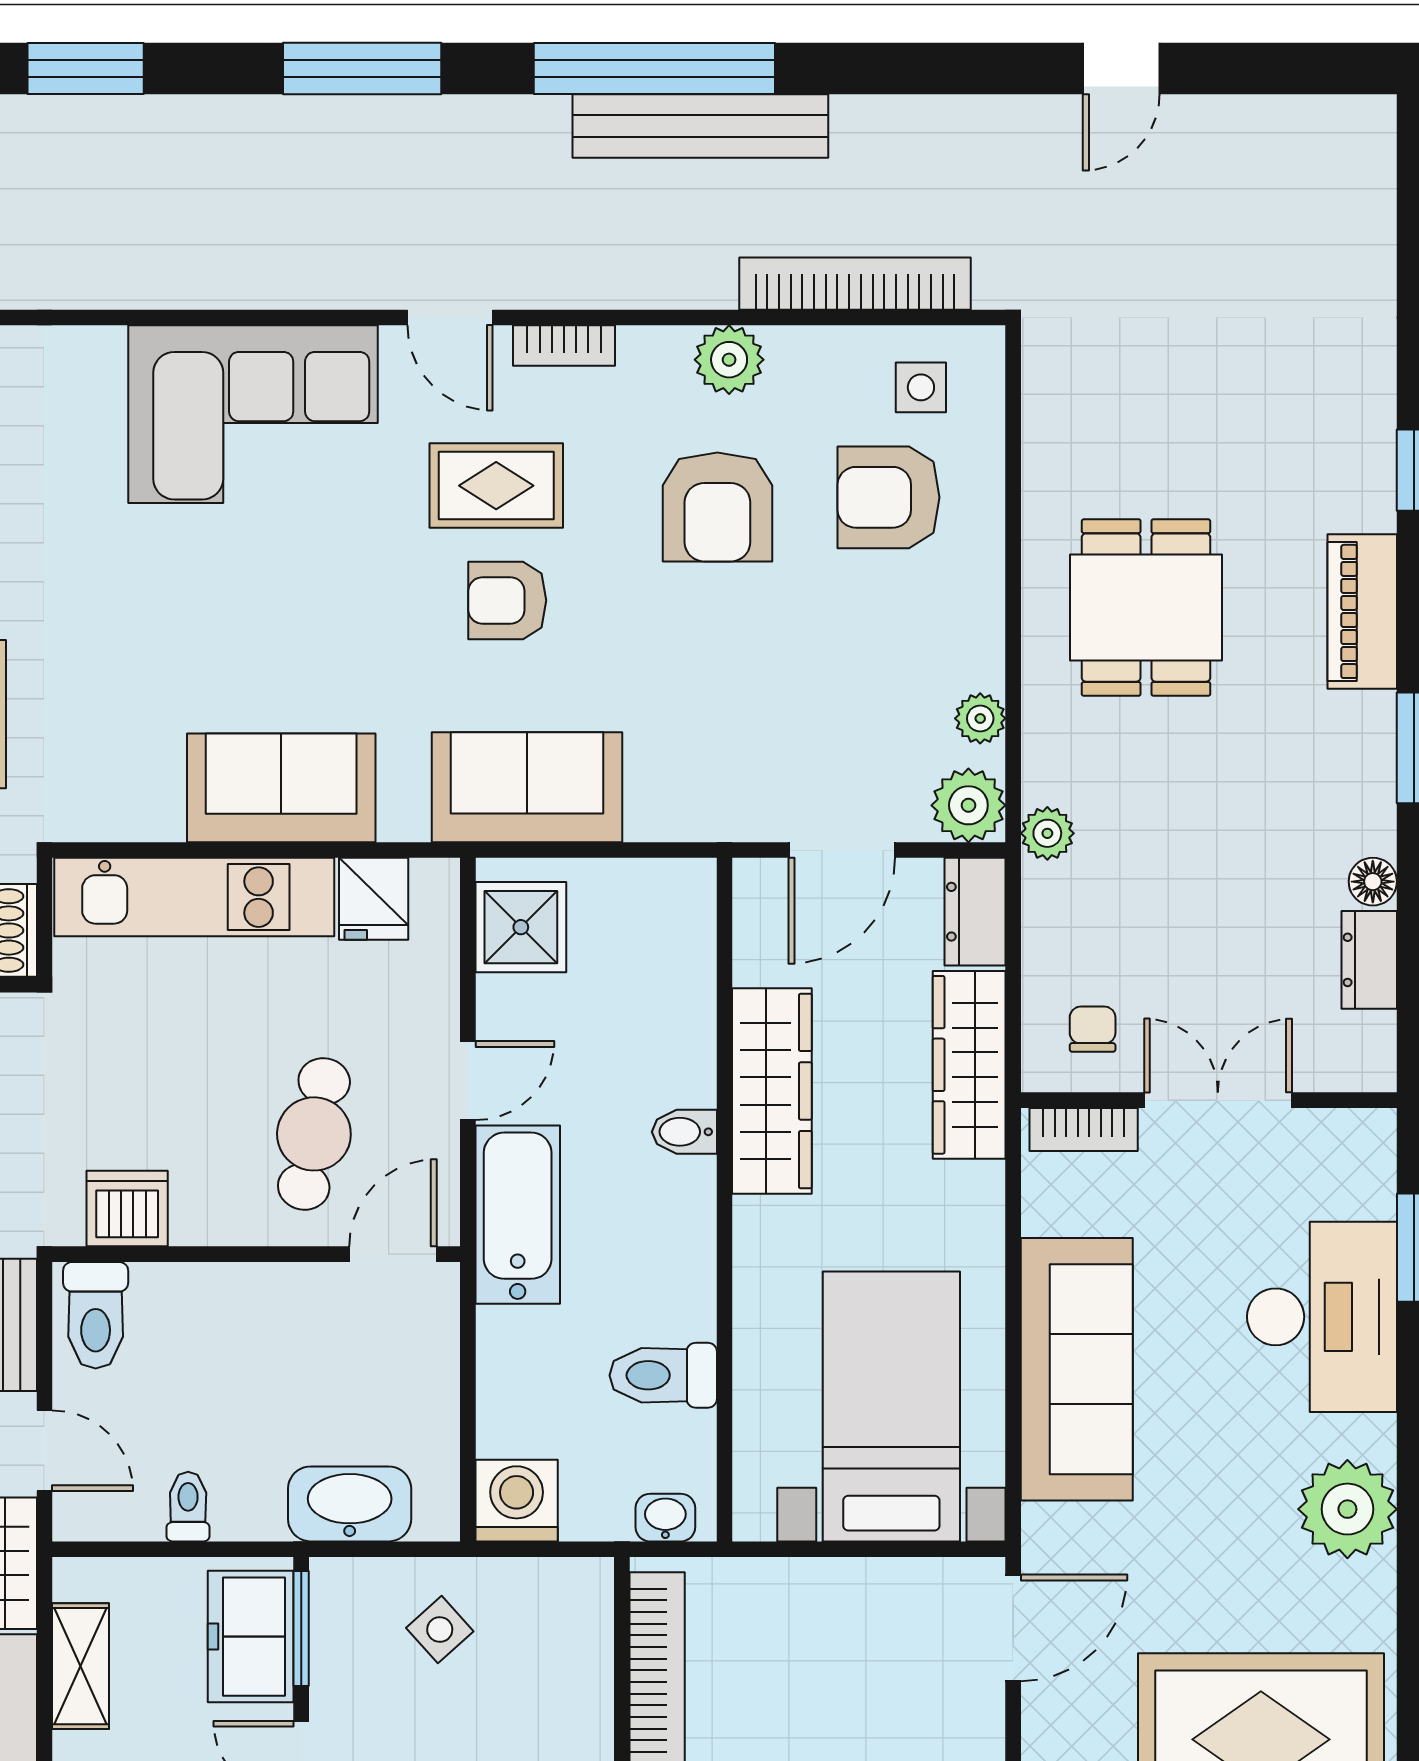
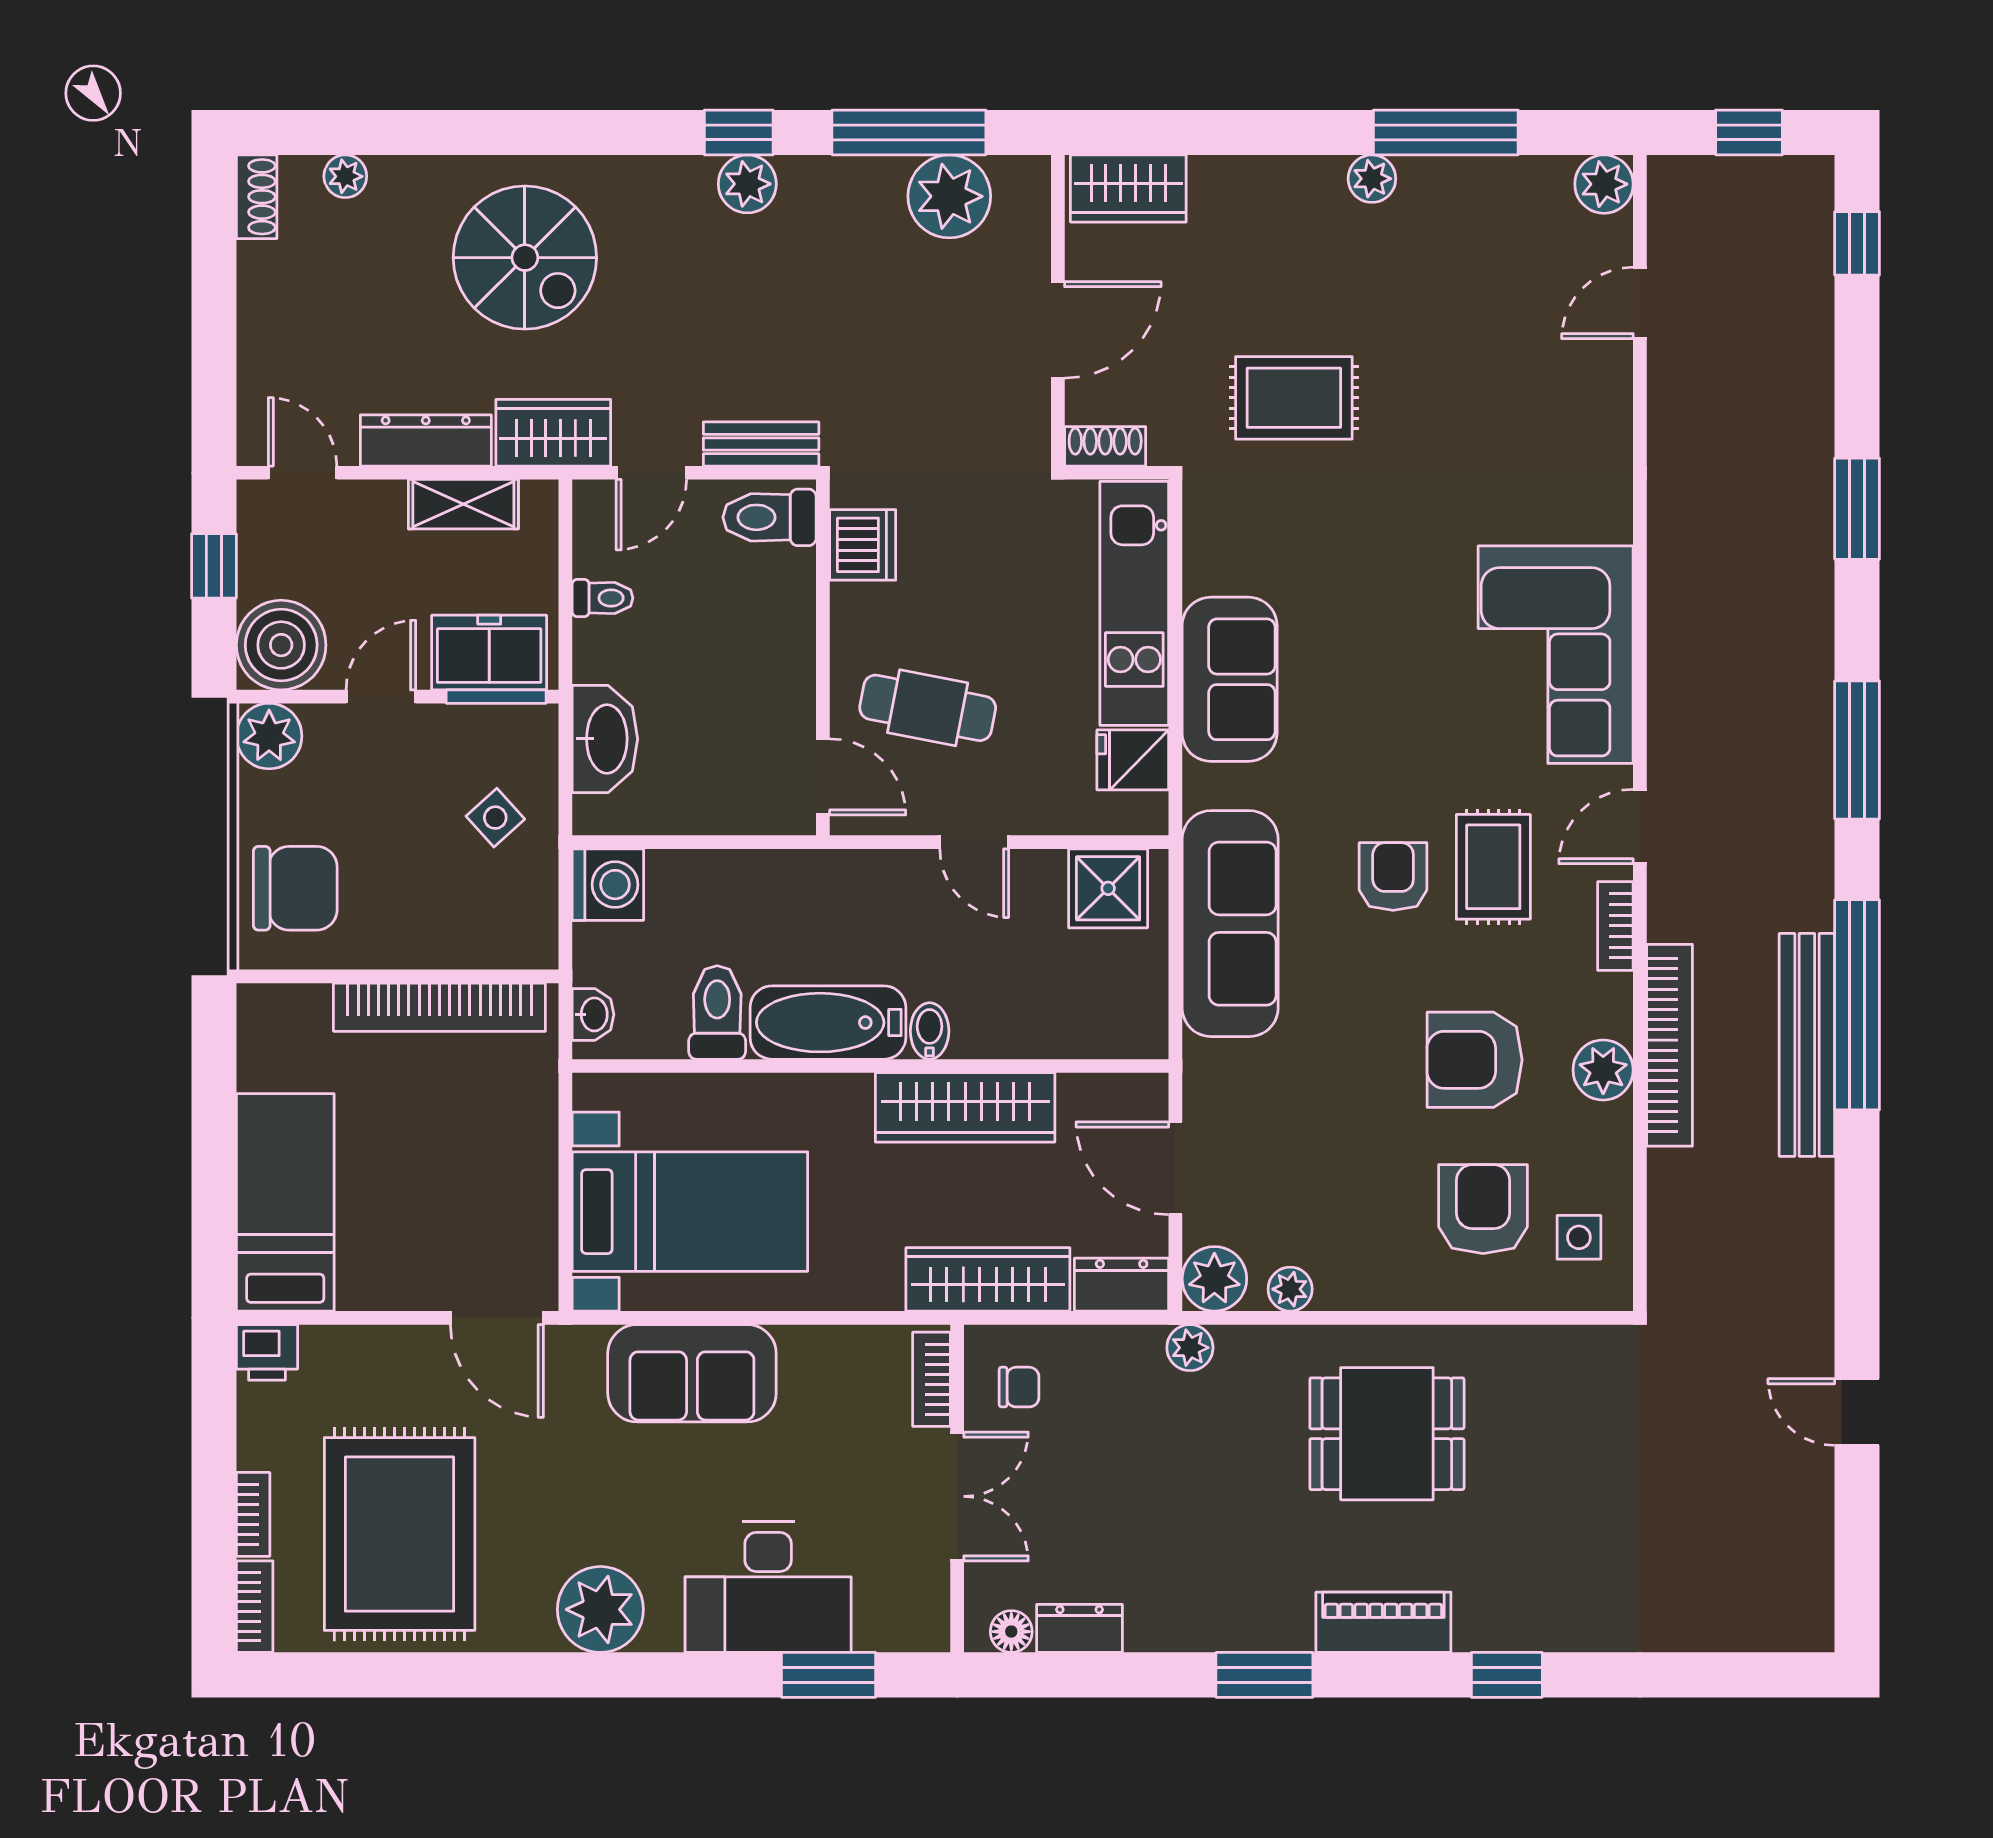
bookcase: (855, 284) -> (1670, 1045), moved
sofa: (527, 787) -> (1230, 924), width x1.36
floor lamp: (1373, 882) -> (1011, 1632), moved
bathtub: (518, 1215) -> (828, 1023), moved, turned 180
sofa: (1077, 1369) -> (692, 1373), width x0.73

